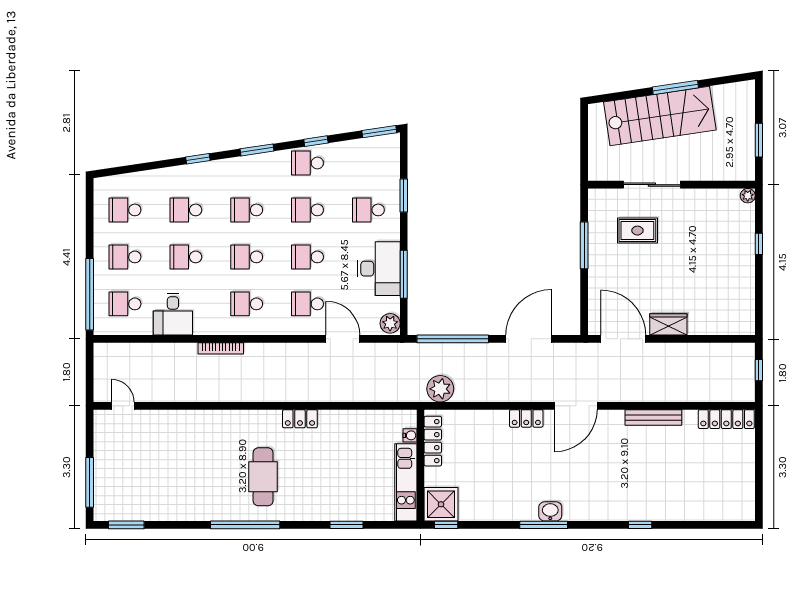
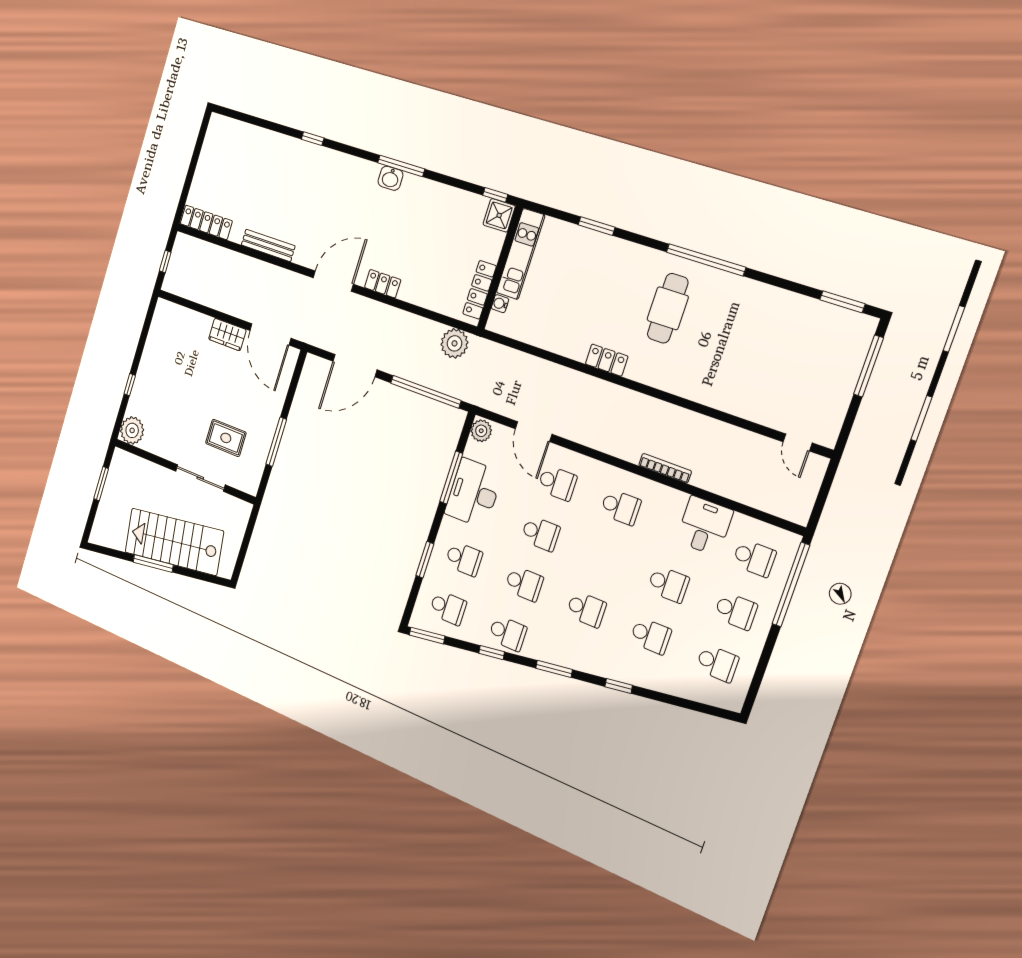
plant: (748, 196) -> (132, 430), width x1.88, depth x1.88
school desk: (247, 257) -> (448, 608), moved
shower: (441, 504) -> (499, 215), width x0.73, depth x0.73

